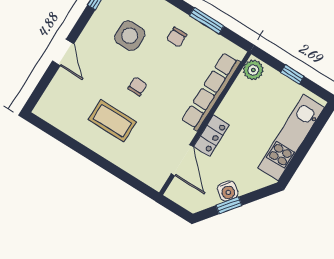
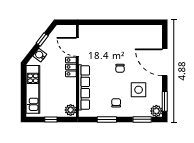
door: (63, 52) -> (165, 62), width x1.88
coffee table: (112, 121) -> (122, 45), removed
water cooler: (228, 191) -> (40, 55), moved

